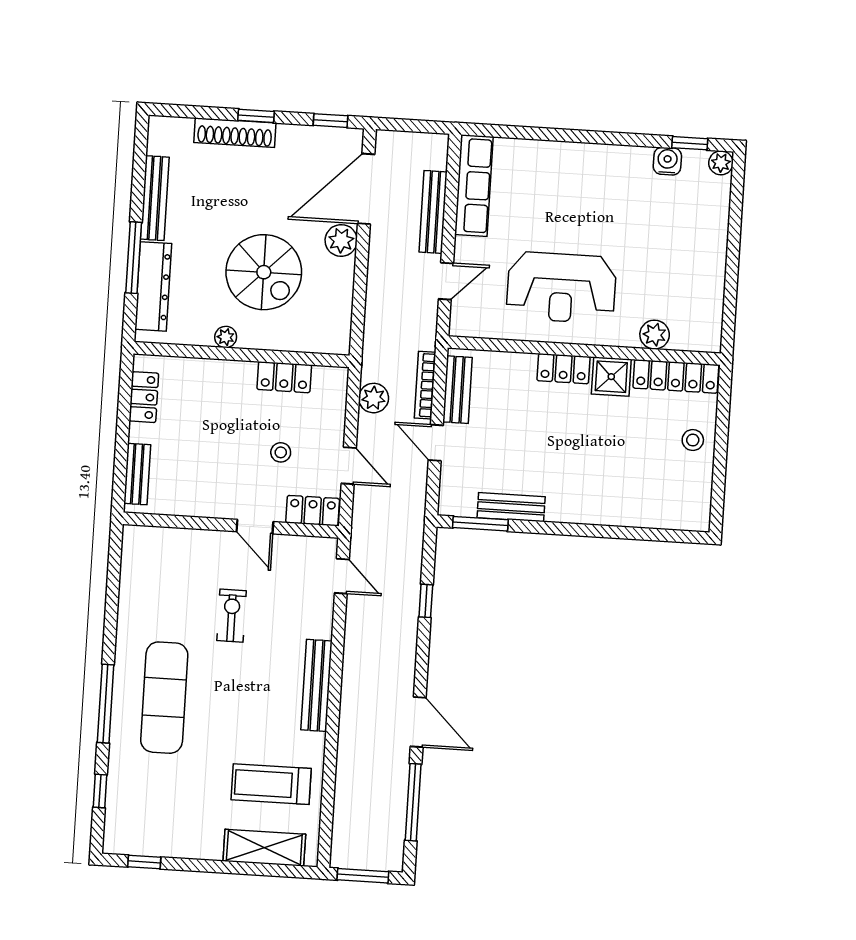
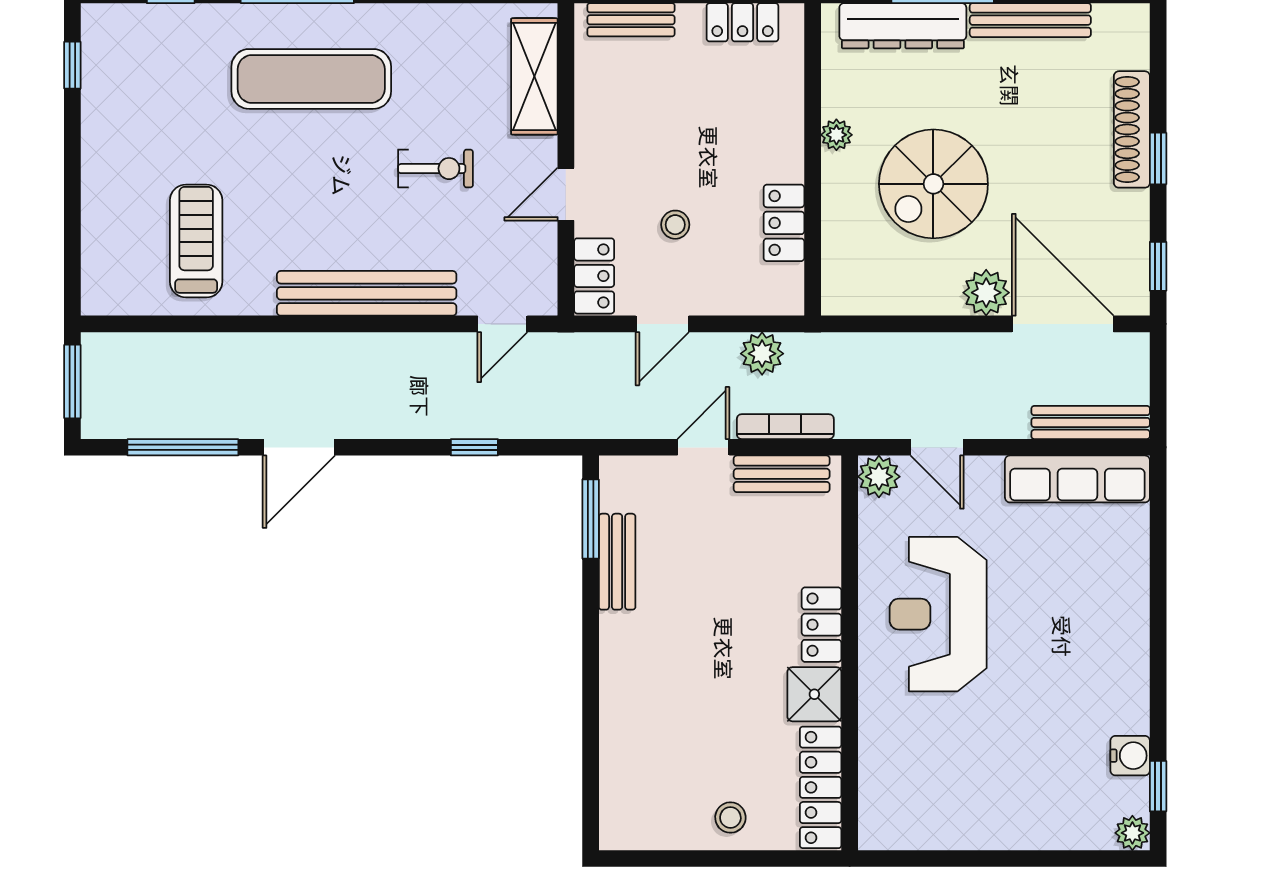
bench: (433, 212) -> (1091, 422), moved
plant: (655, 335) -> (879, 477), moved
bench: (316, 685) -> (367, 293), width x1.37, depth x1.21
shelving: (264, 848) -> (534, 76), moved

